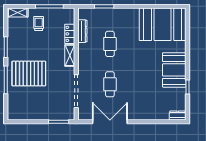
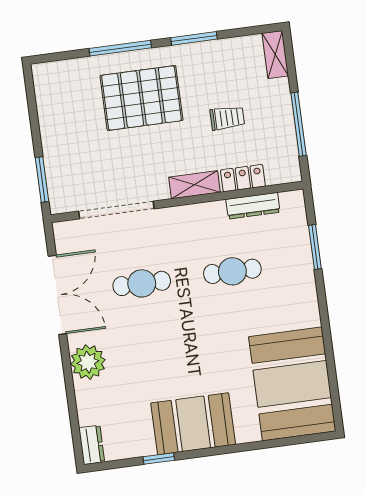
trolley: (39, 23) -> (227, 118), moved
pallet: (29, 74) -> (141, 98), turned 90
plant: (141, 112) -> (88, 362), added

